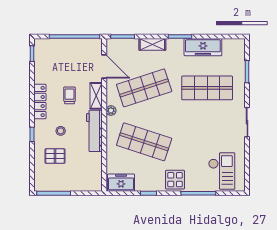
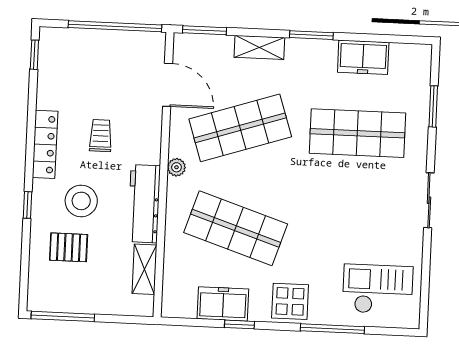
freezer: (203, 47) -> (363, 57), width x0.71
shelving: (96, 96) -> (144, 269), moved
stool: (61, 131) -> (81, 201), width x1.89, depth x1.89
checkout: (222, 171) -> (378, 289), turned -90
freezer: (121, 183) -> (223, 304), moved

